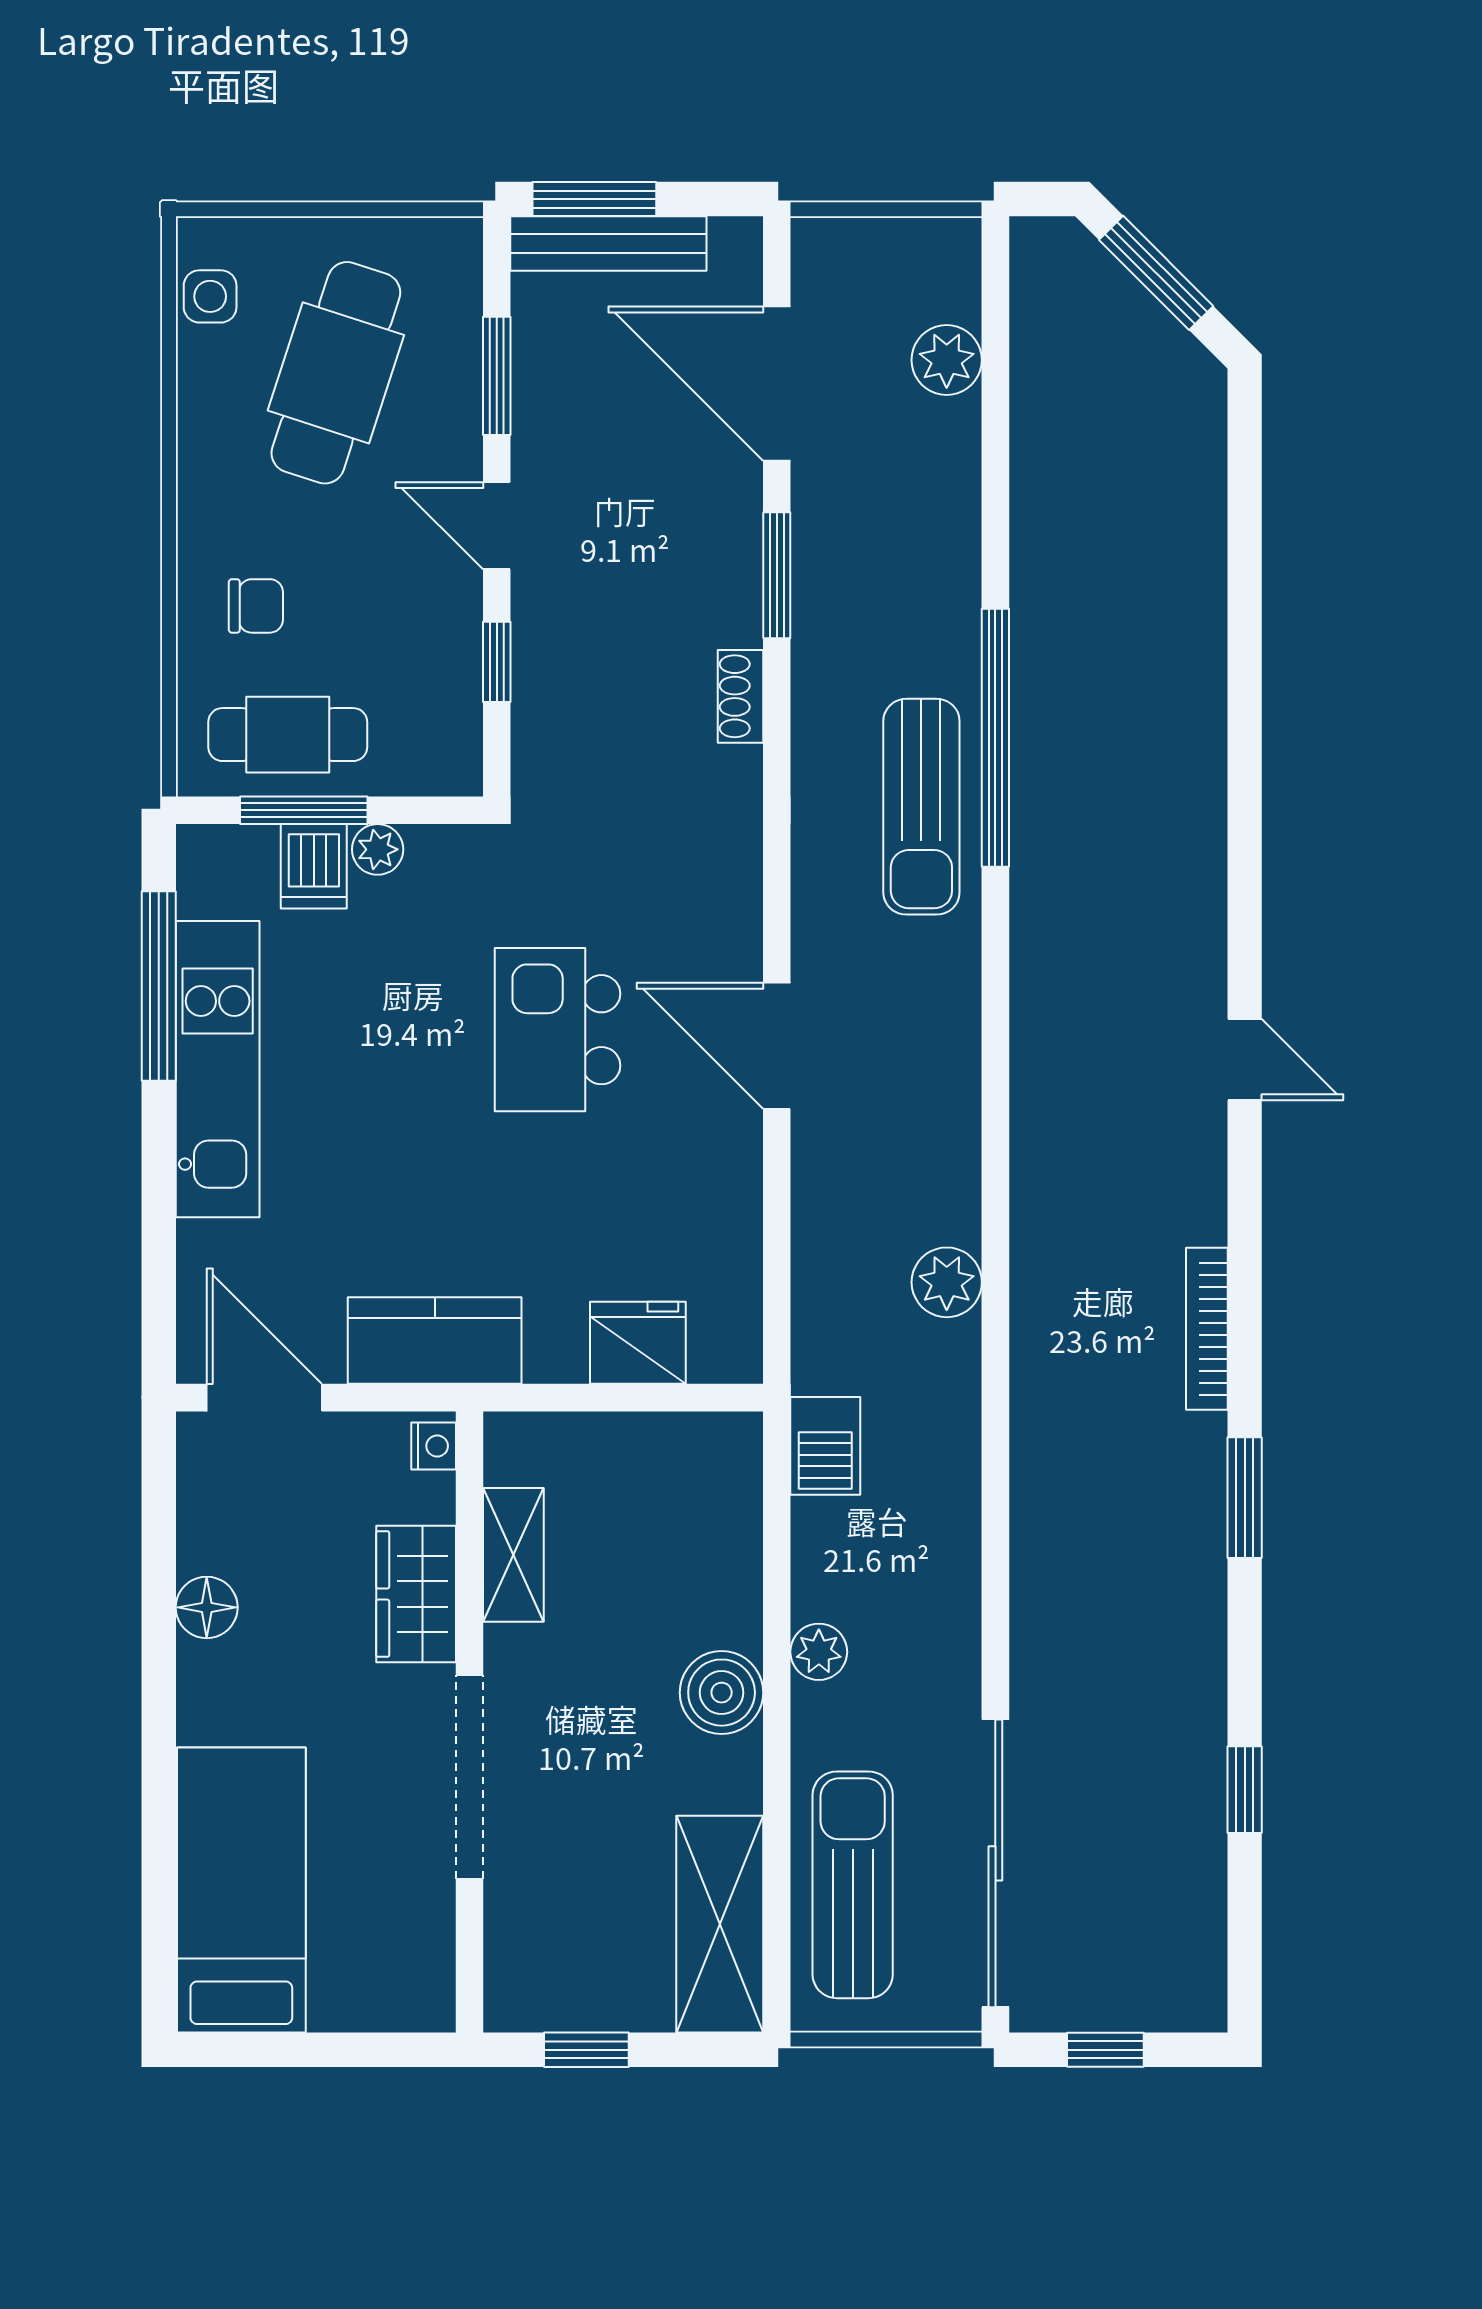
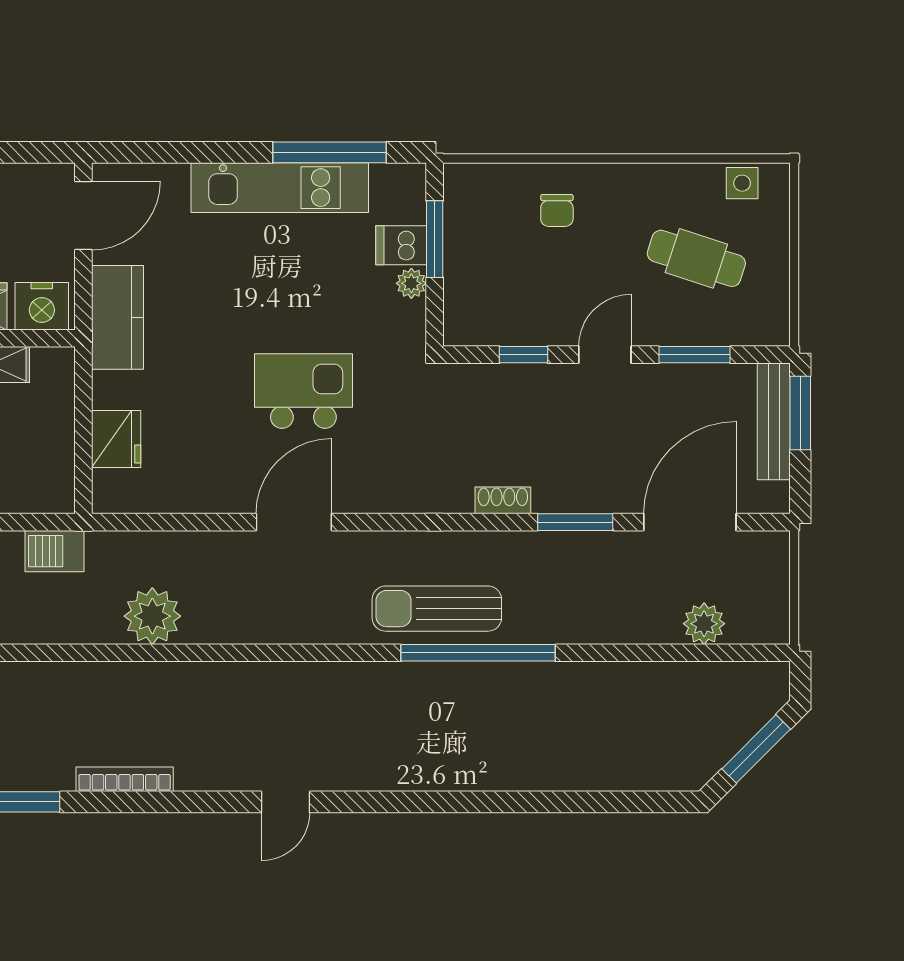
cafe table: (336, 373) -> (696, 258), width x0.73, depth x0.74
cafe table: (288, 735) -> (480, 230), removed
plant: (947, 1282) -> (152, 616), width x1.36, depth x1.36
nightstand: (434, 1446) -> (42, 306), width x1.89, depth x1.79

